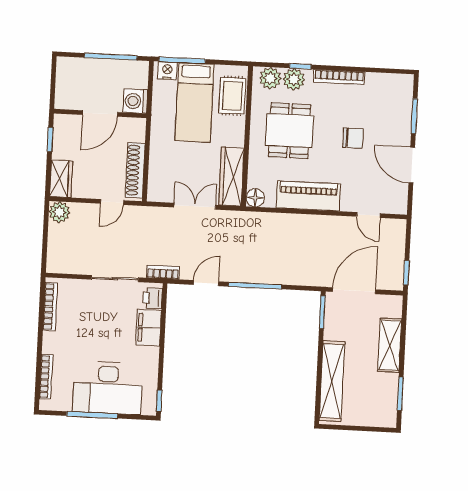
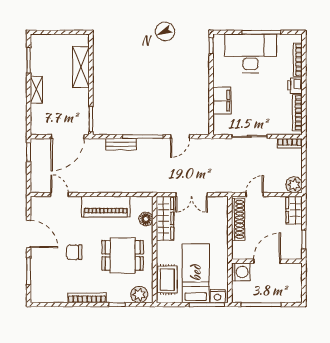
plant: (294, 79) -> (121, 294), removed
dining table: (289, 131) -> (123, 255), turned 90
floor lamp: (255, 198) -> (146, 219), moved
bookcase: (163, 272) -> (290, 143), moved
bench: (284, 277) -> (121, 144), added
printer: (153, 298) -> (295, 85), moved, turned 180
shelving: (390, 345) -> (36, 90), width x0.67, depth x0.75
shelving: (332, 381) -> (81, 67), width x0.68

